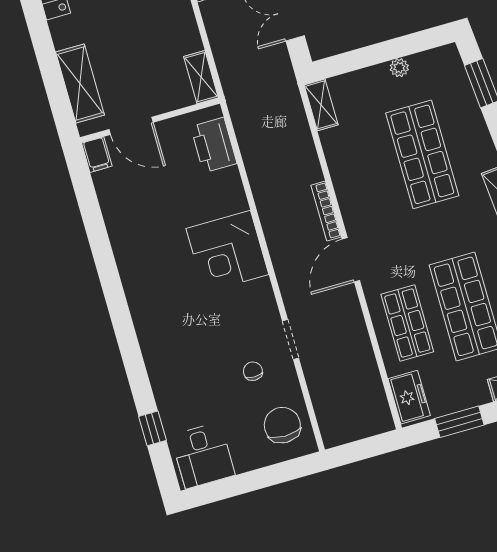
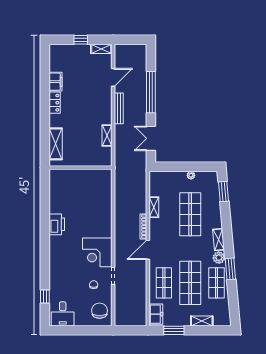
shelving: (201, 77) -> (107, 135), moved
shelving: (321, 105) -> (154, 207), moved
door: (131, 126) -> (72, 168), removed
printer: (214, 145) -> (57, 224), moved, turned 180
filing cabinet: (97, 155) -> (54, 176), removed
corner desk: (227, 251) -> (97, 252), moved

